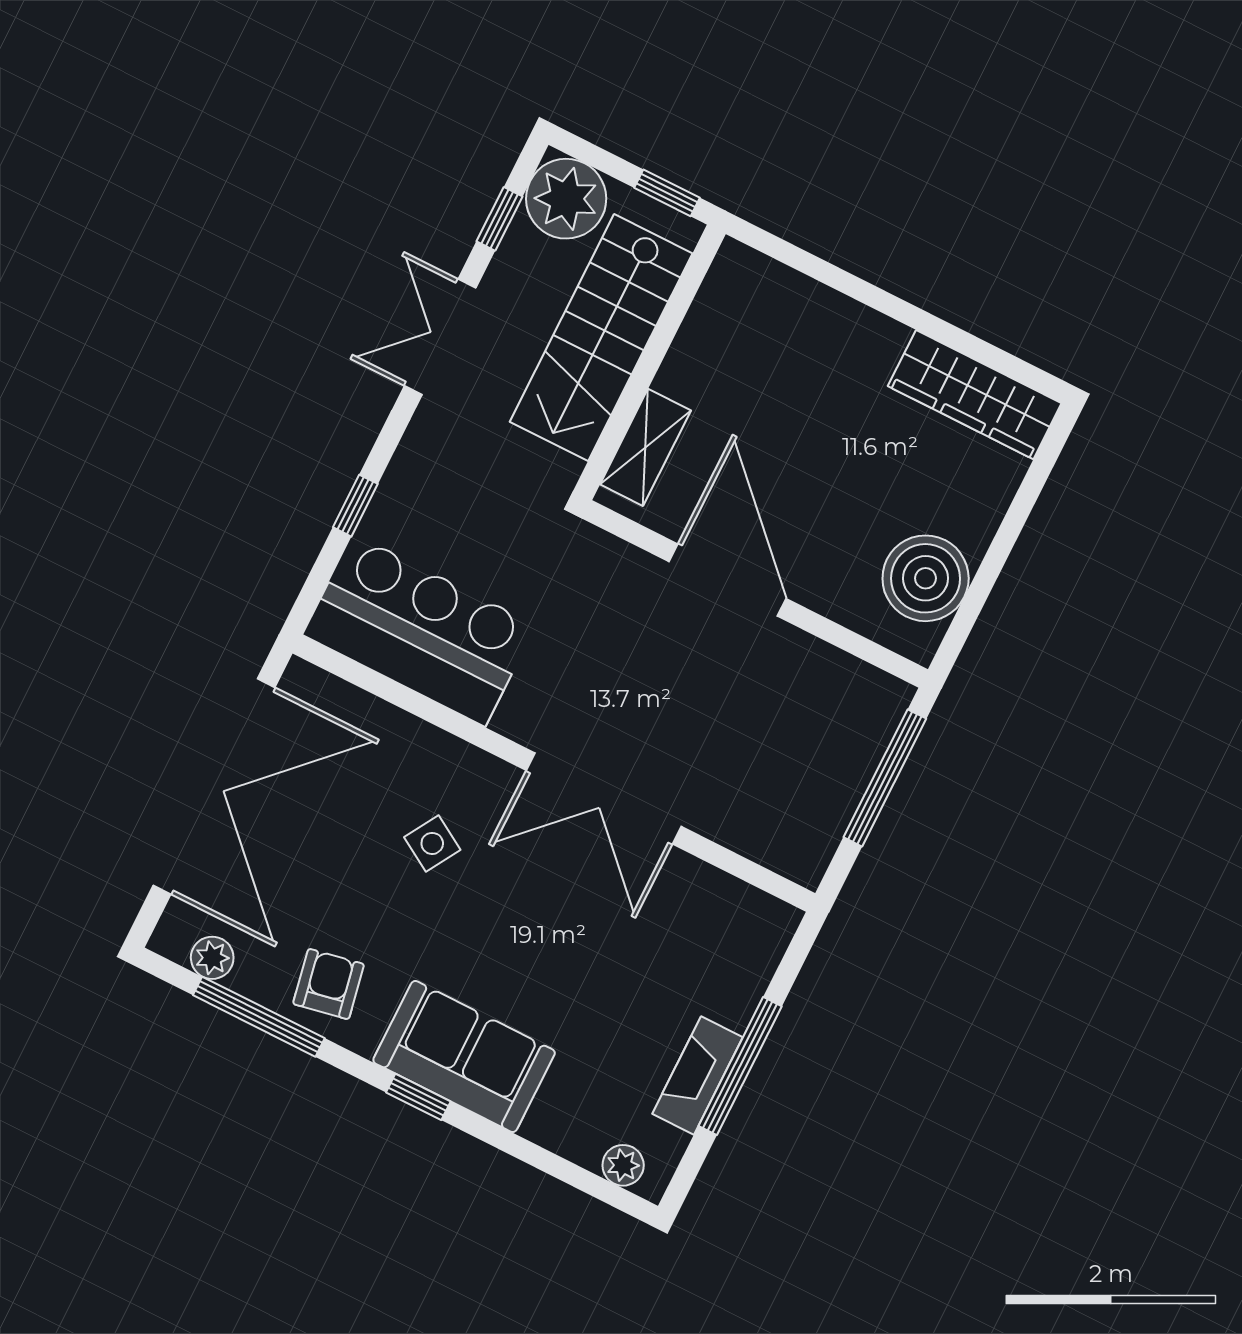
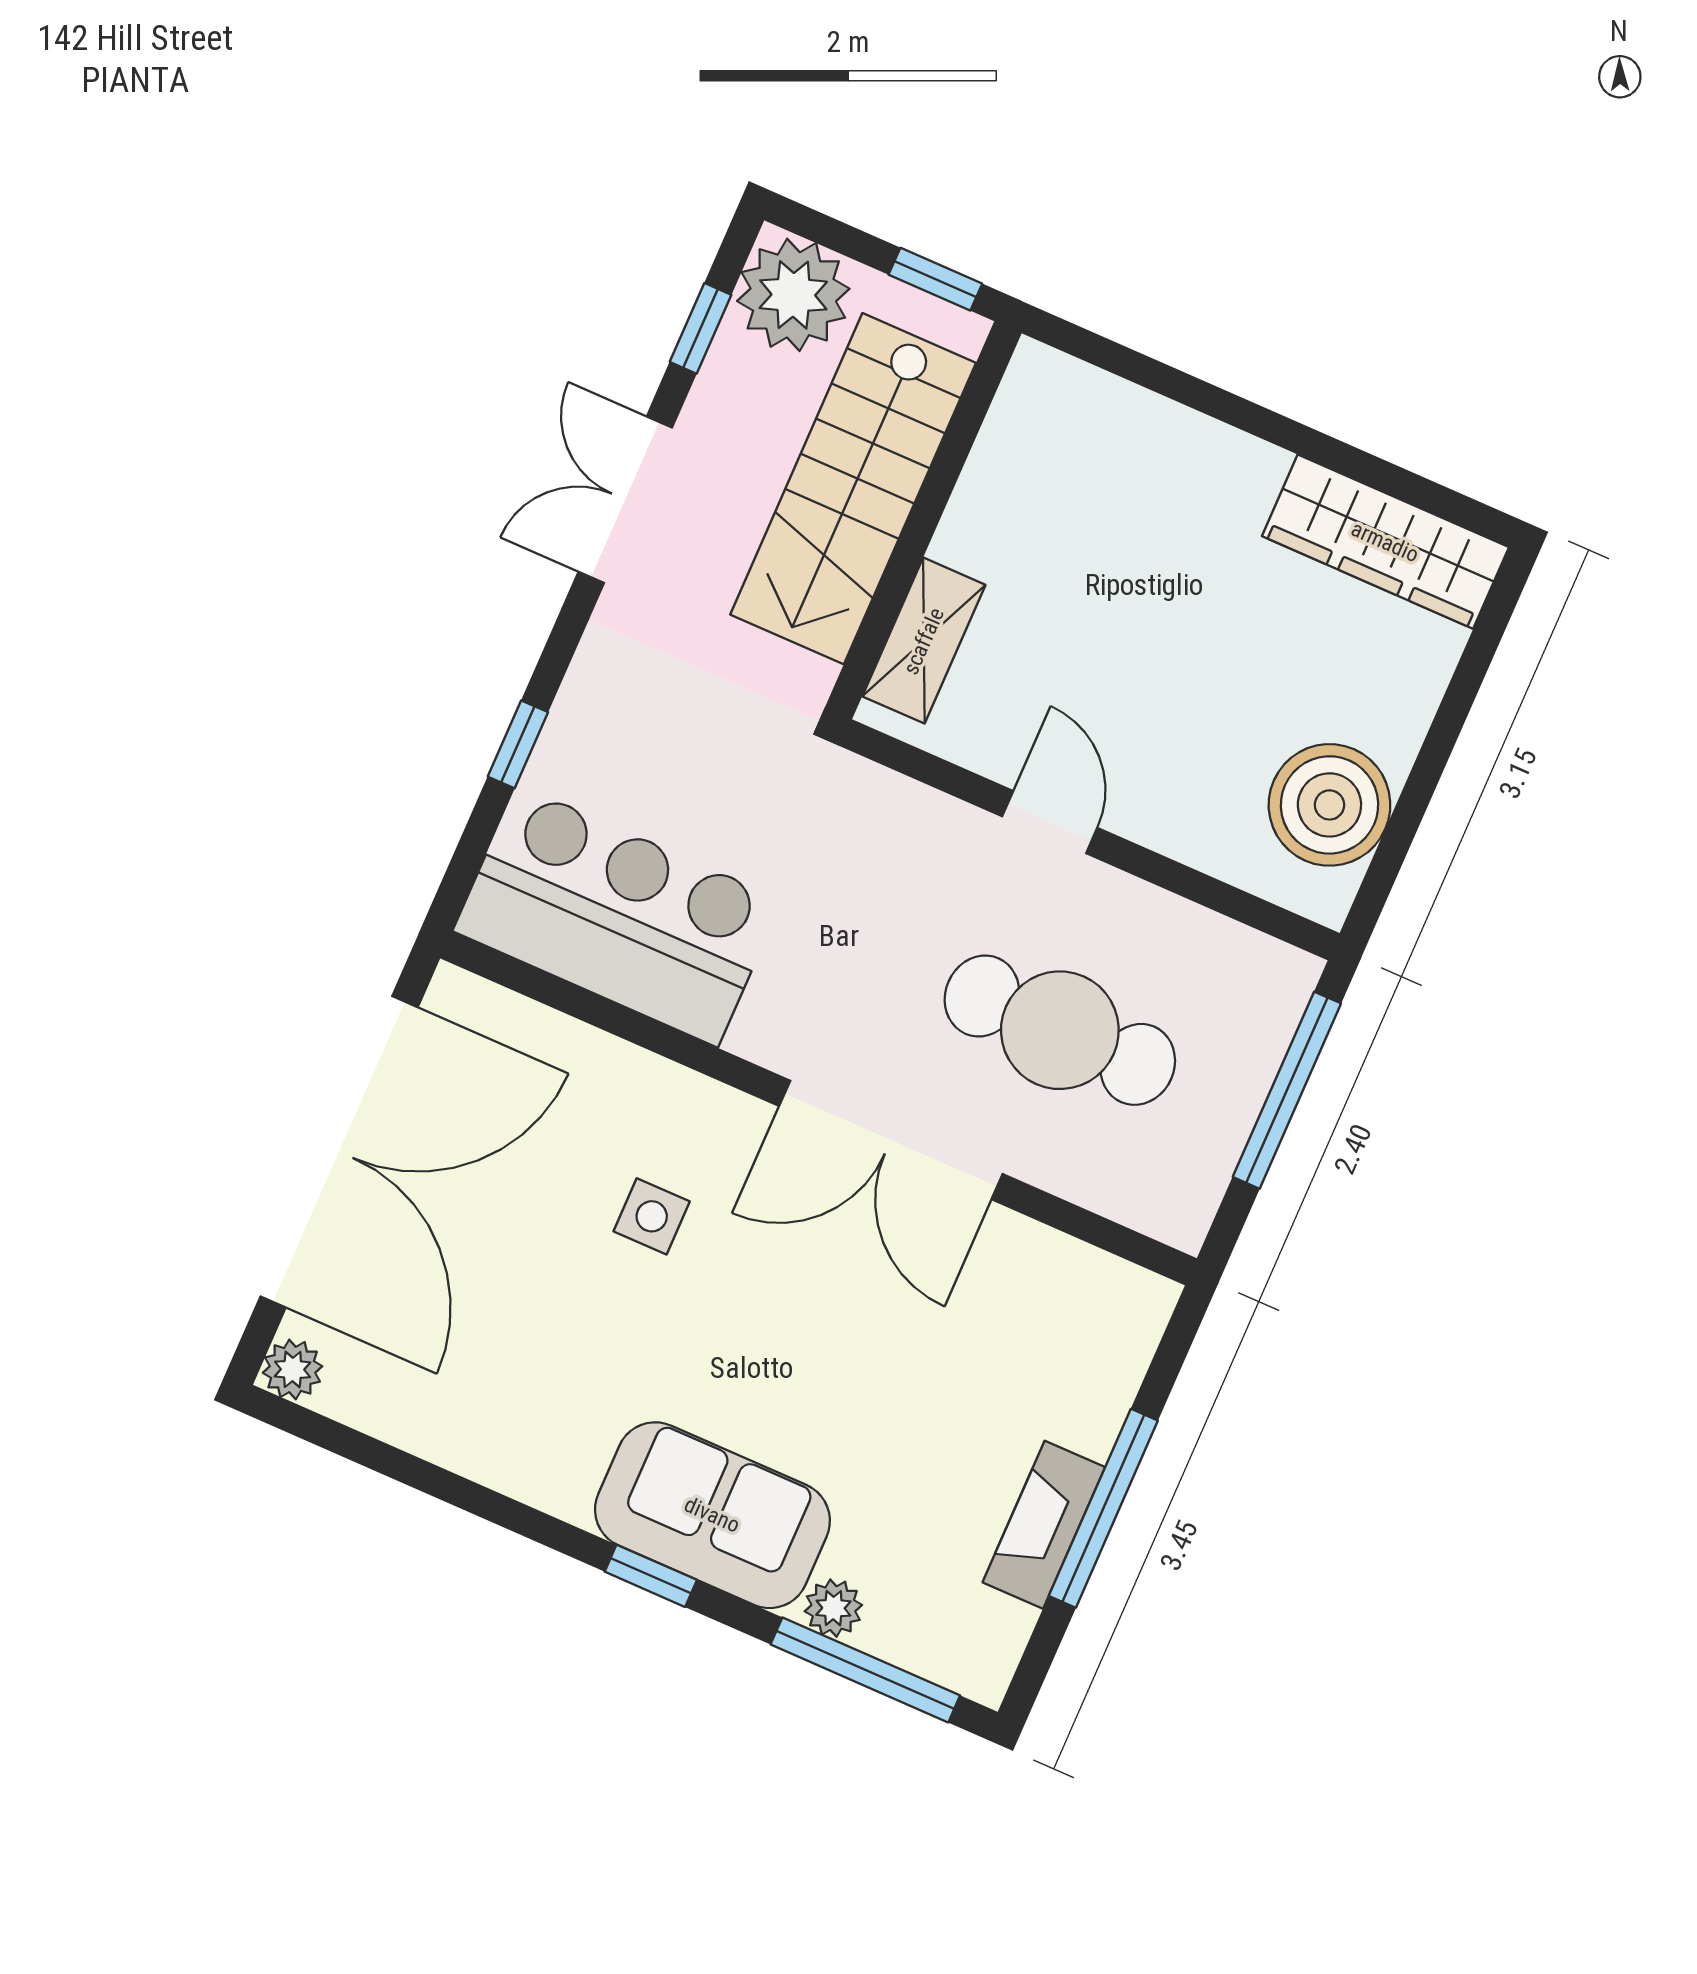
door: (728, 580) -> (1050, 822), width x0.53
cafe table: (727, 727) -> (1060, 1030), added
side table: (432, 843) -> (652, 1216), turned -31
plant: (212, 958) -> (293, 1369), moved
armchair: (329, 984) -> (516, 1423), removed
window: (259, 1017) -> (865, 1670), moved
plant: (623, 1165) -> (833, 1608), moved

